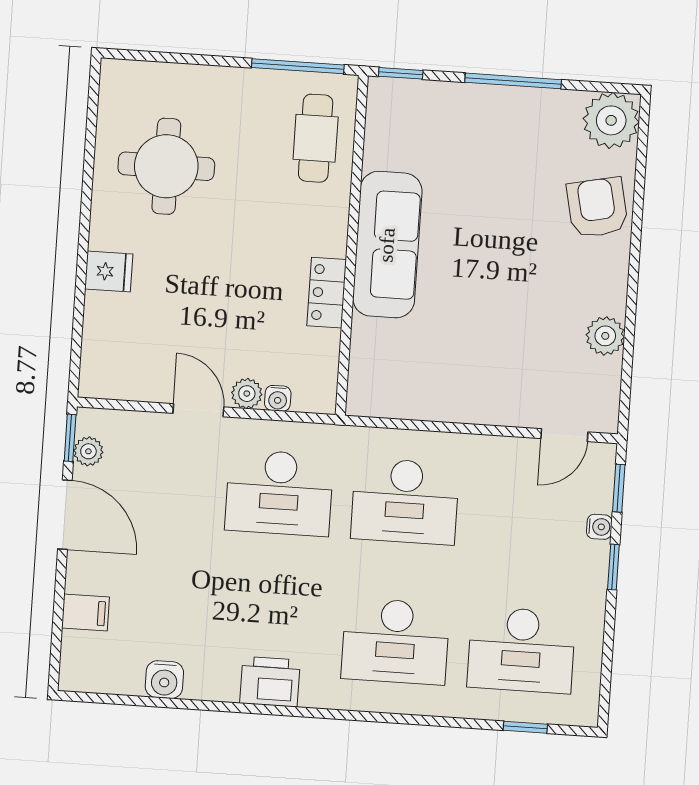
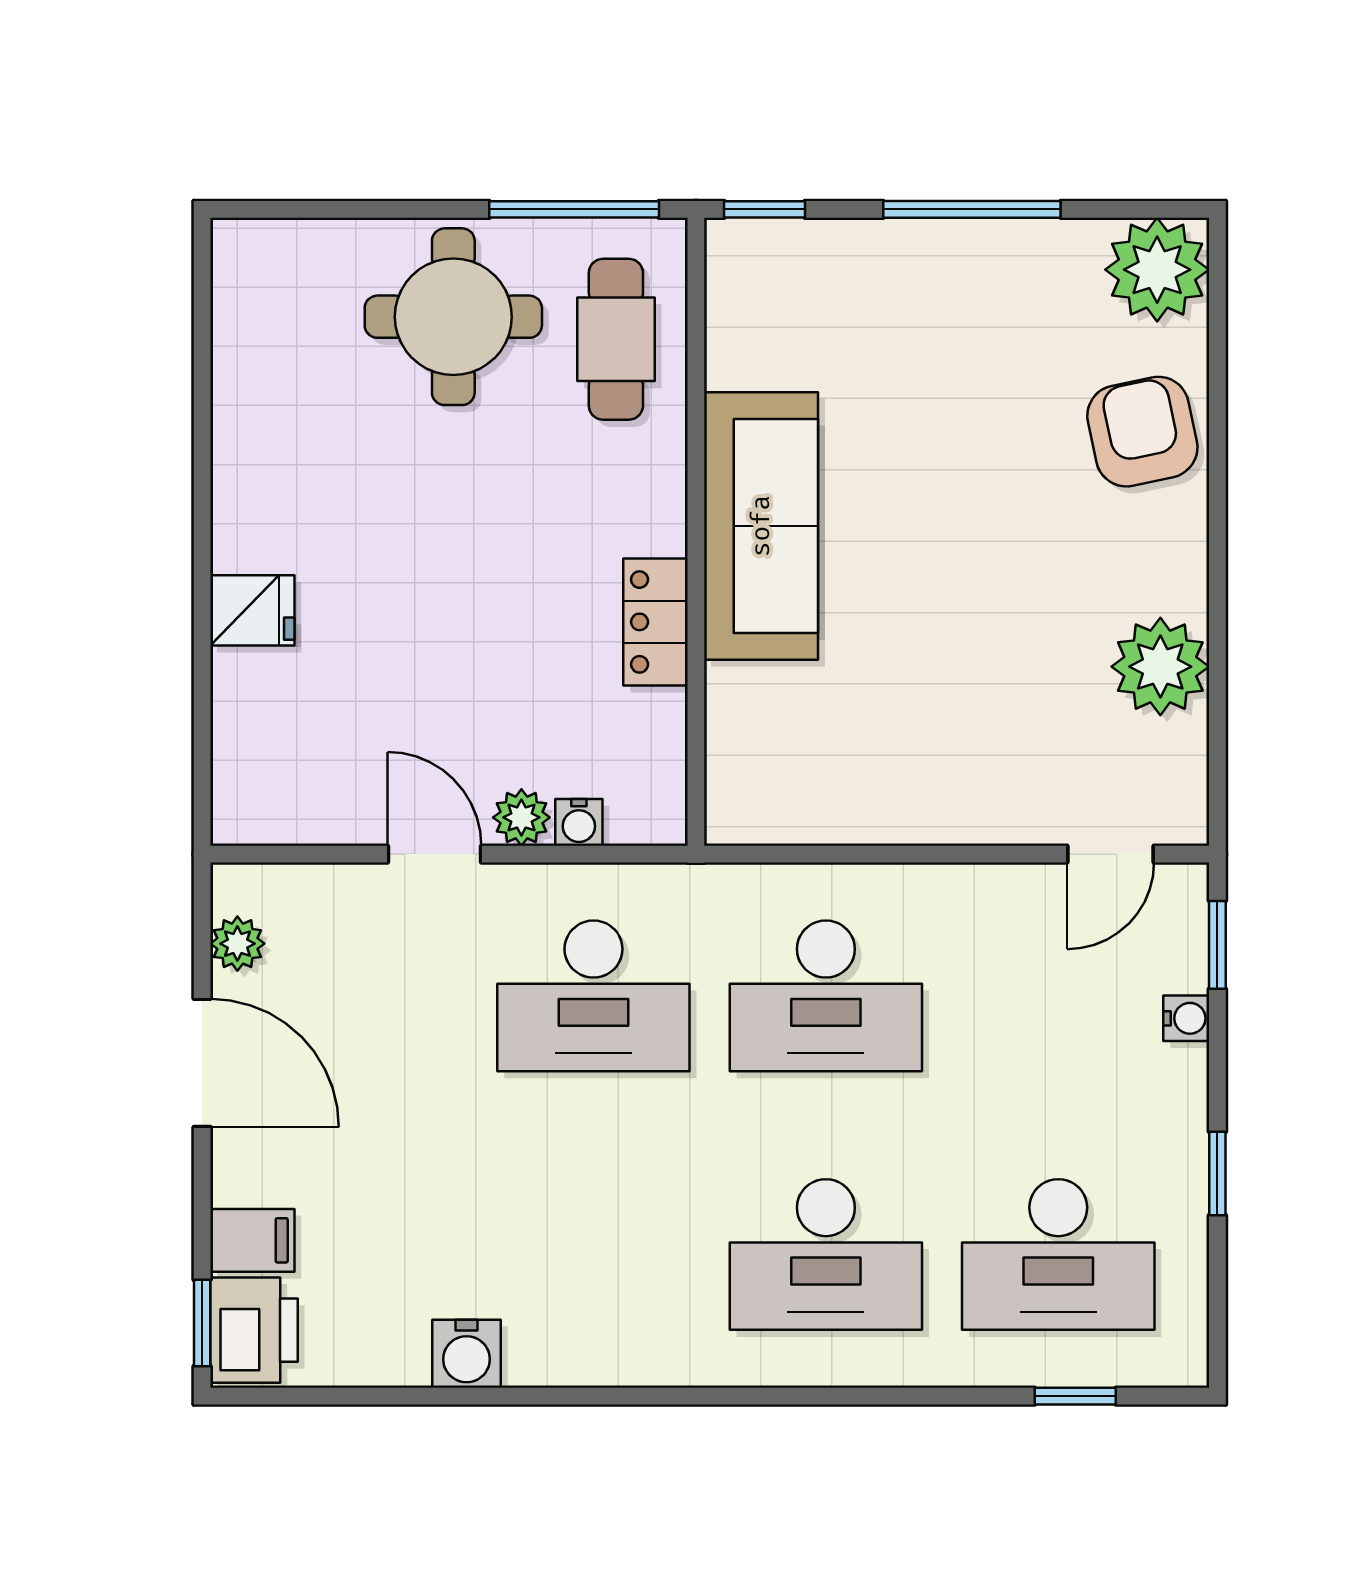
round table: (166, 166) -> (453, 317), moved
plant: (605, 336) -> (1160, 667), width x1.36, depth x1.36
window: (70, 438) -> (202, 1323), moved
window: (613, 567) -> (1217, 1174), moved
water cooler: (164, 680) -> (467, 1354), moved
printer: (270, 682) -> (254, 1330), moved, turned 90

